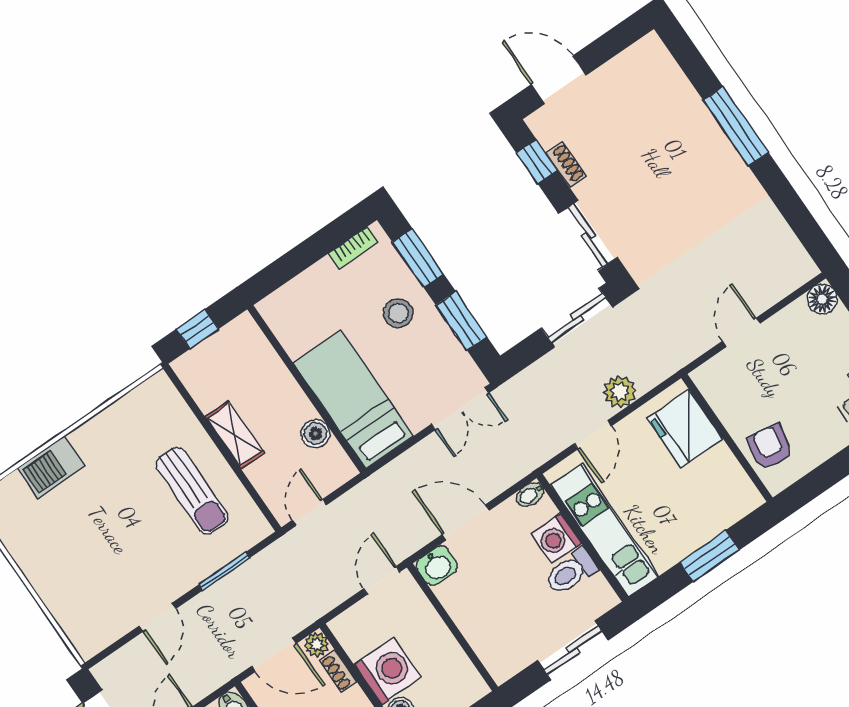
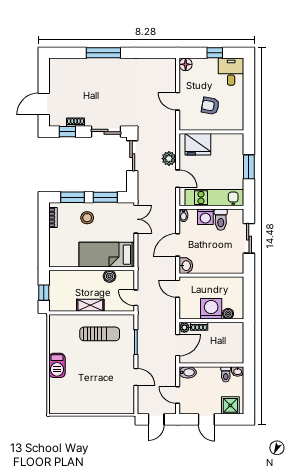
armchair: (770, 447) -> (210, 106), moved
barbecue: (52, 467) -> (57, 365), moved

